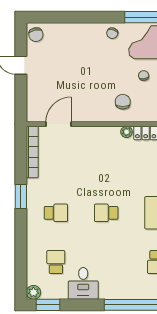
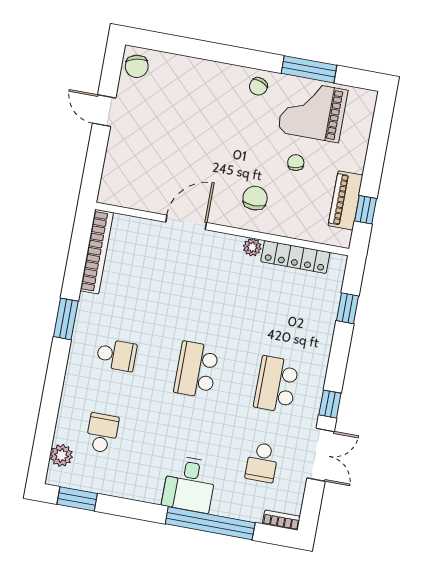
door: (59, 124) -> (186, 222), moved
school desk: (106, 213) -> (196, 370), width x1.85
desk: (83, 283) -> (189, 484), moved
plant: (33, 292) -> (61, 455), moved

